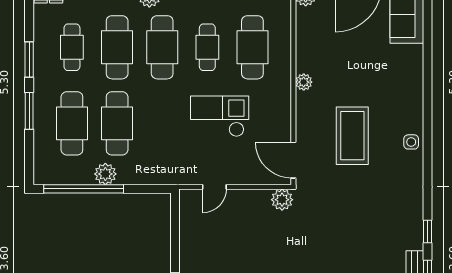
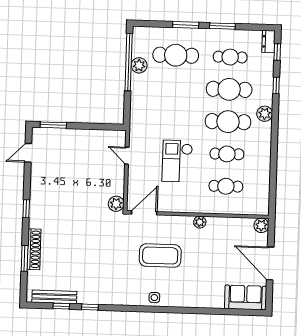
cafe table: (252, 47) -> (226, 186), width x0.73, depth x0.74
checkout: (220, 116) -> (177, 161), turned 180
cafe table: (117, 123) -> (175, 88), removed
plant: (105, 174) -> (139, 65), moved

